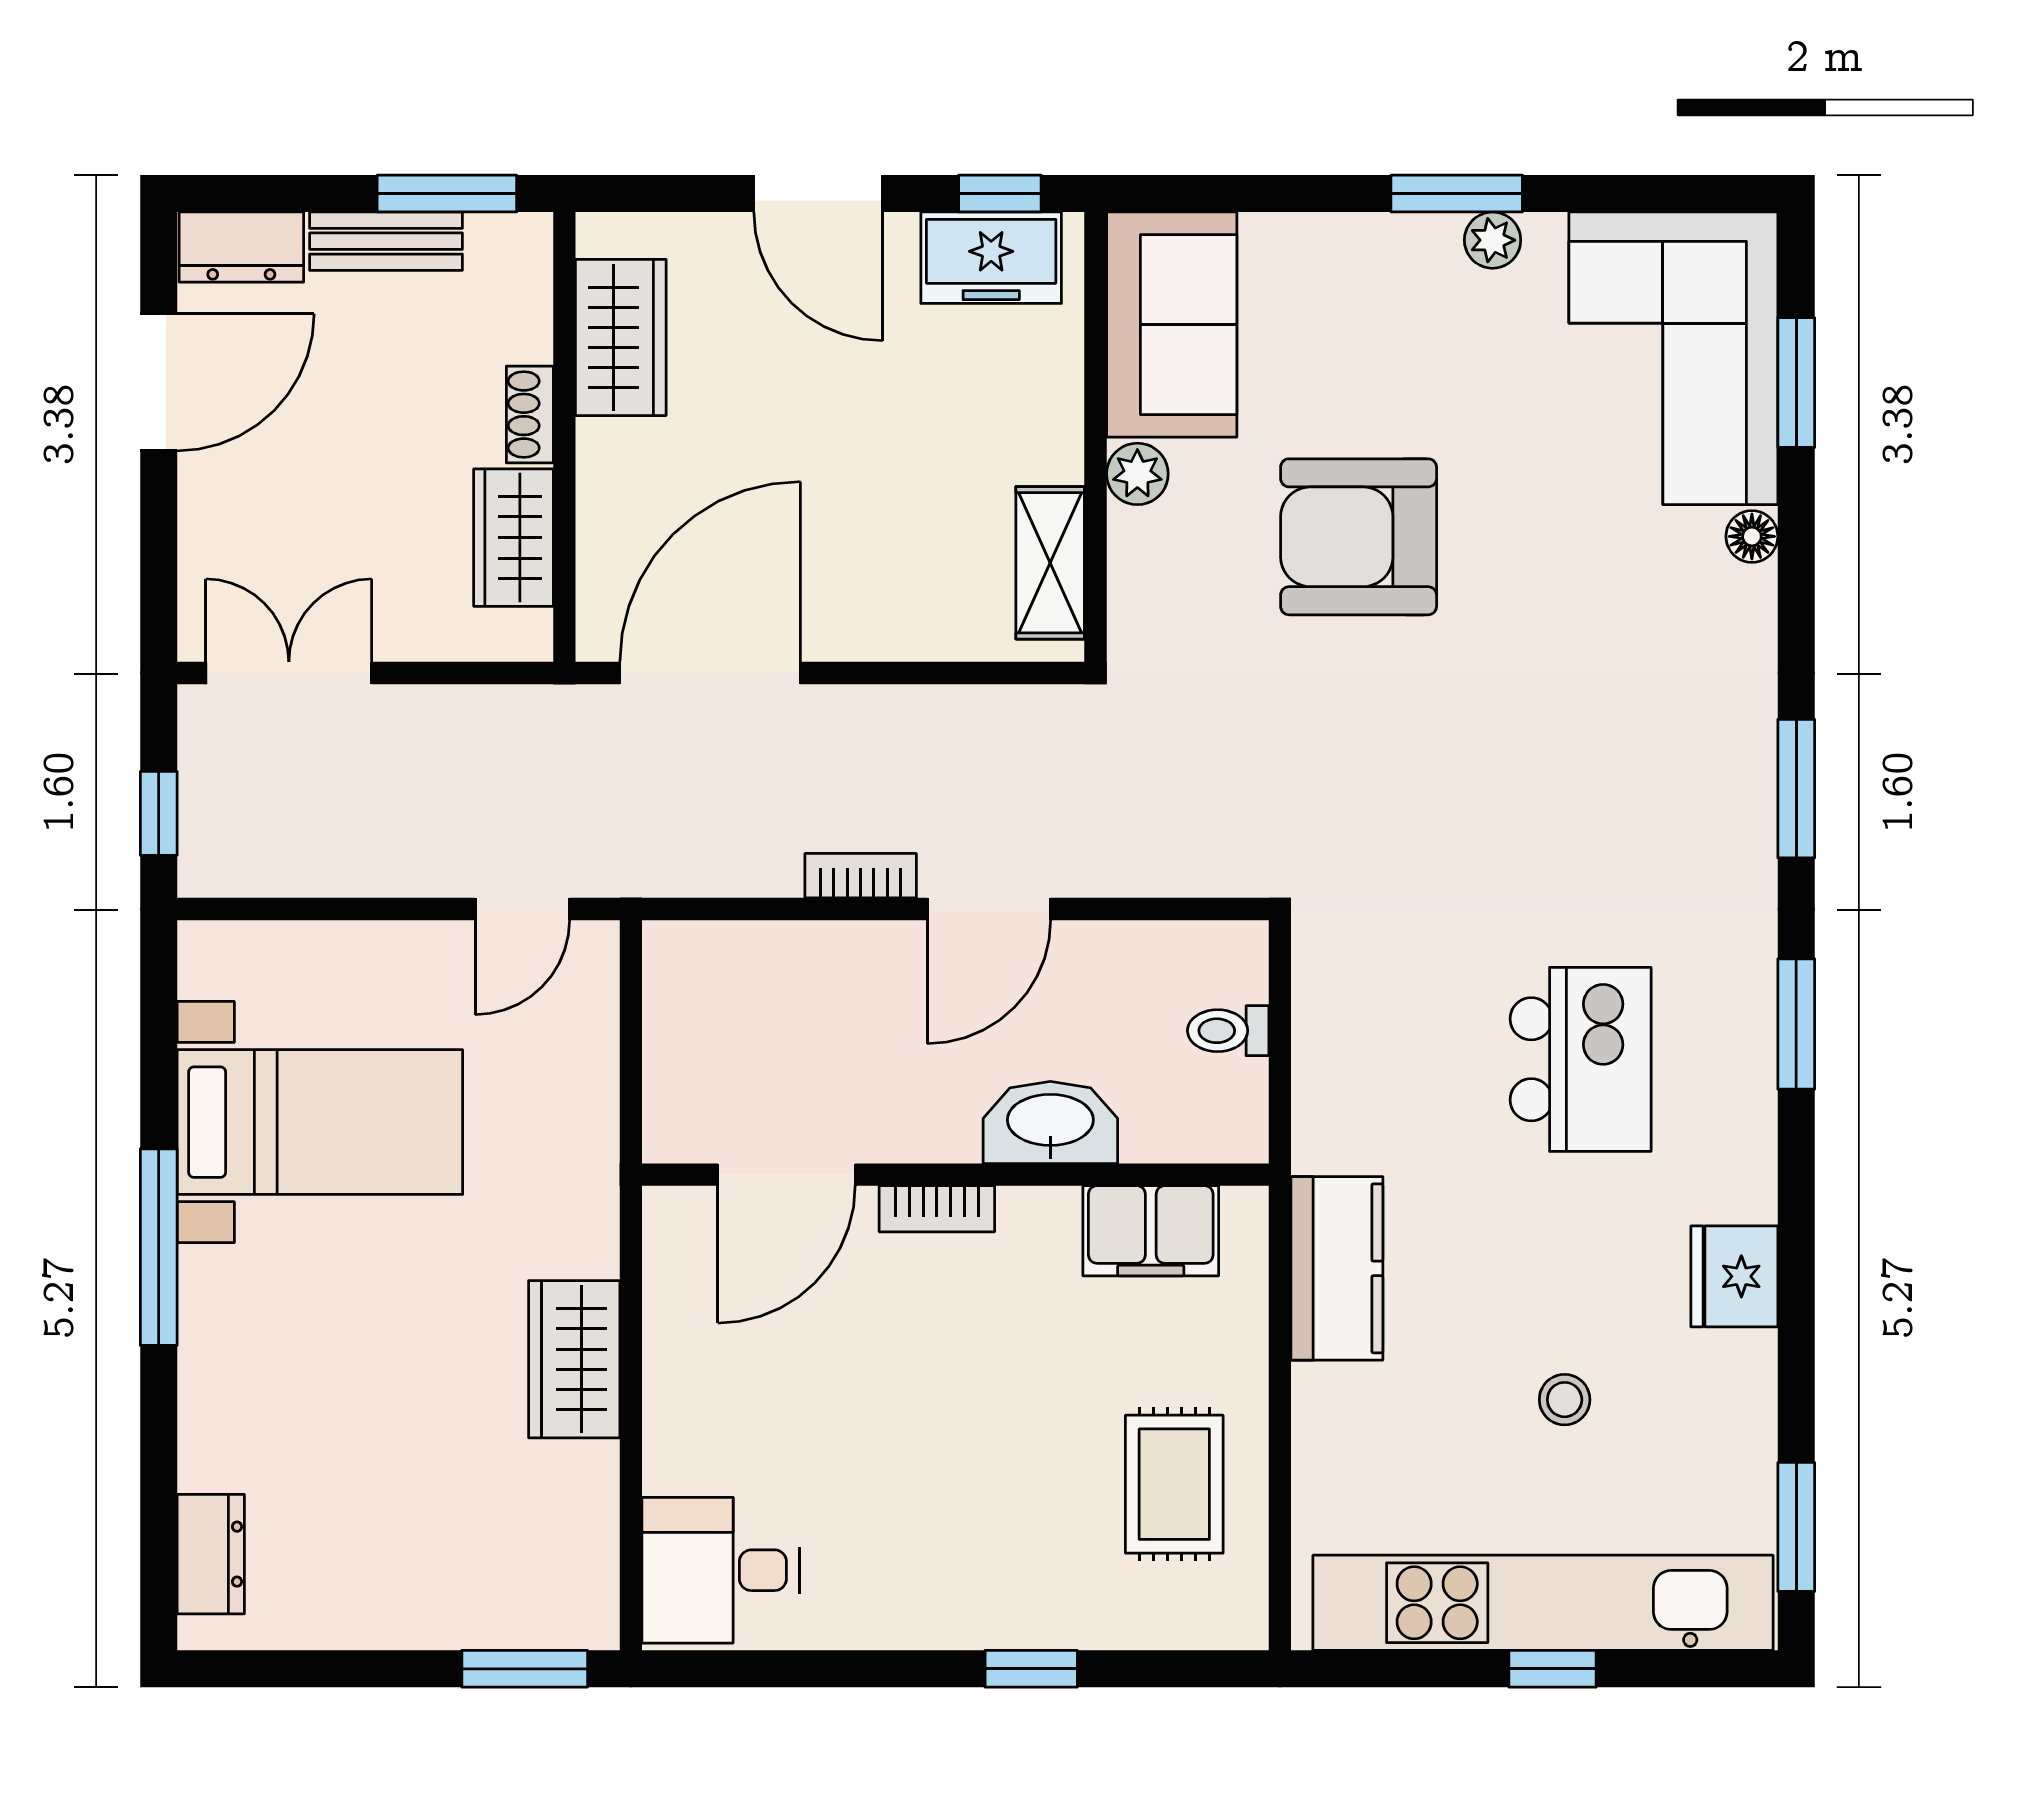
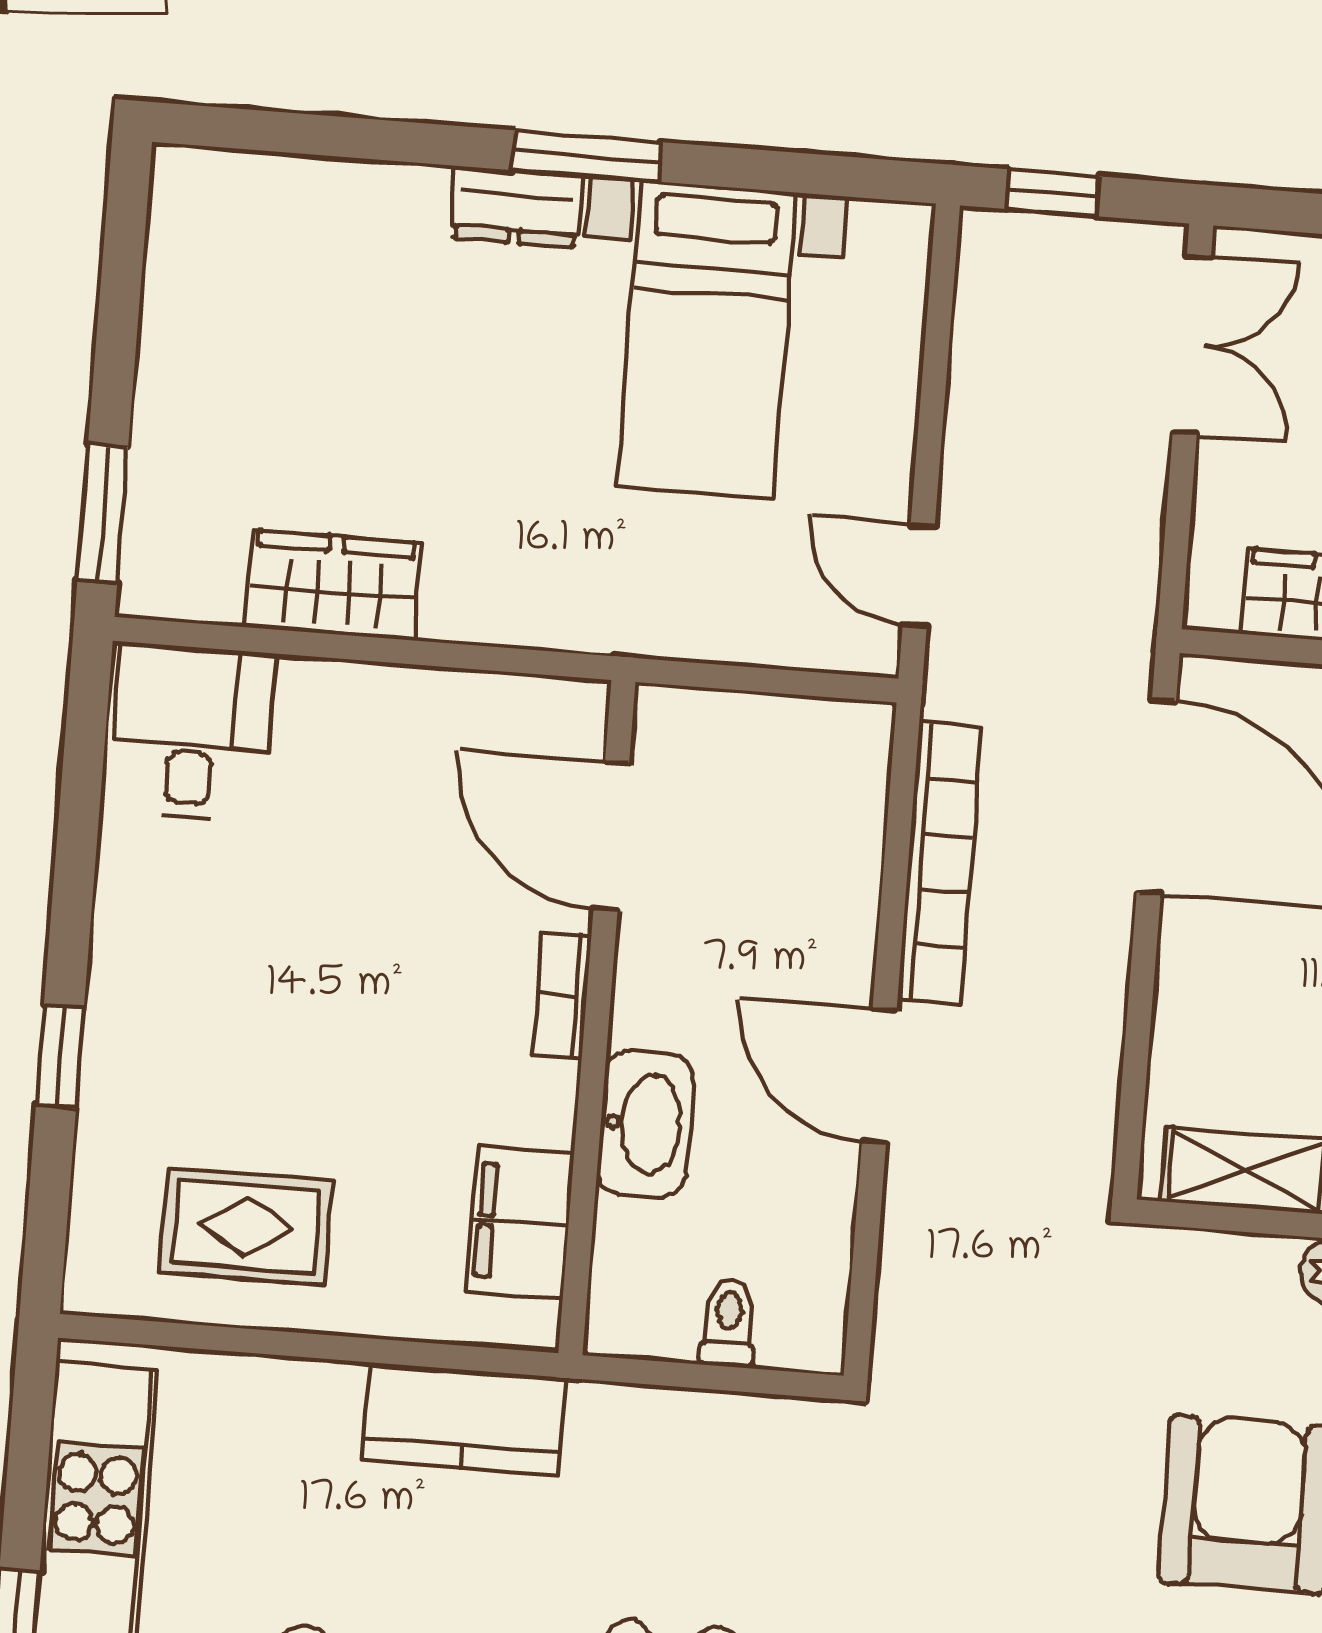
bookcase: (861, 876) -> (940, 863), width x2.31, depth x1.31
window: (159, 1247) -> (586, 156), width x0.69
wardrobe: (574, 1359) -> (333, 585), moved
dresser: (211, 1554) -> (516, 207), moved

